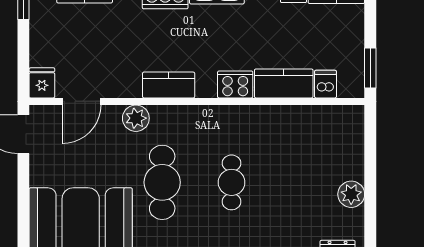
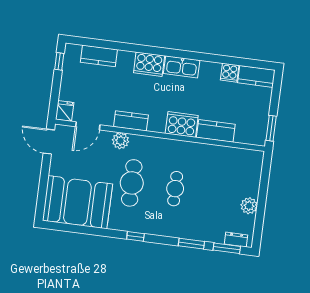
cooker: (235, 84) -> (182, 124), width x1.37, depth x1.31
dishwasher: (325, 84) -> (242, 135), removed
kitchen counter: (169, 85) -> (131, 121), moved

